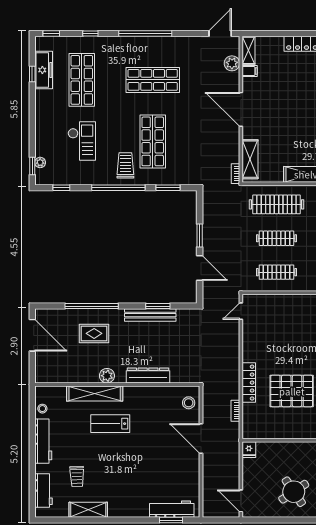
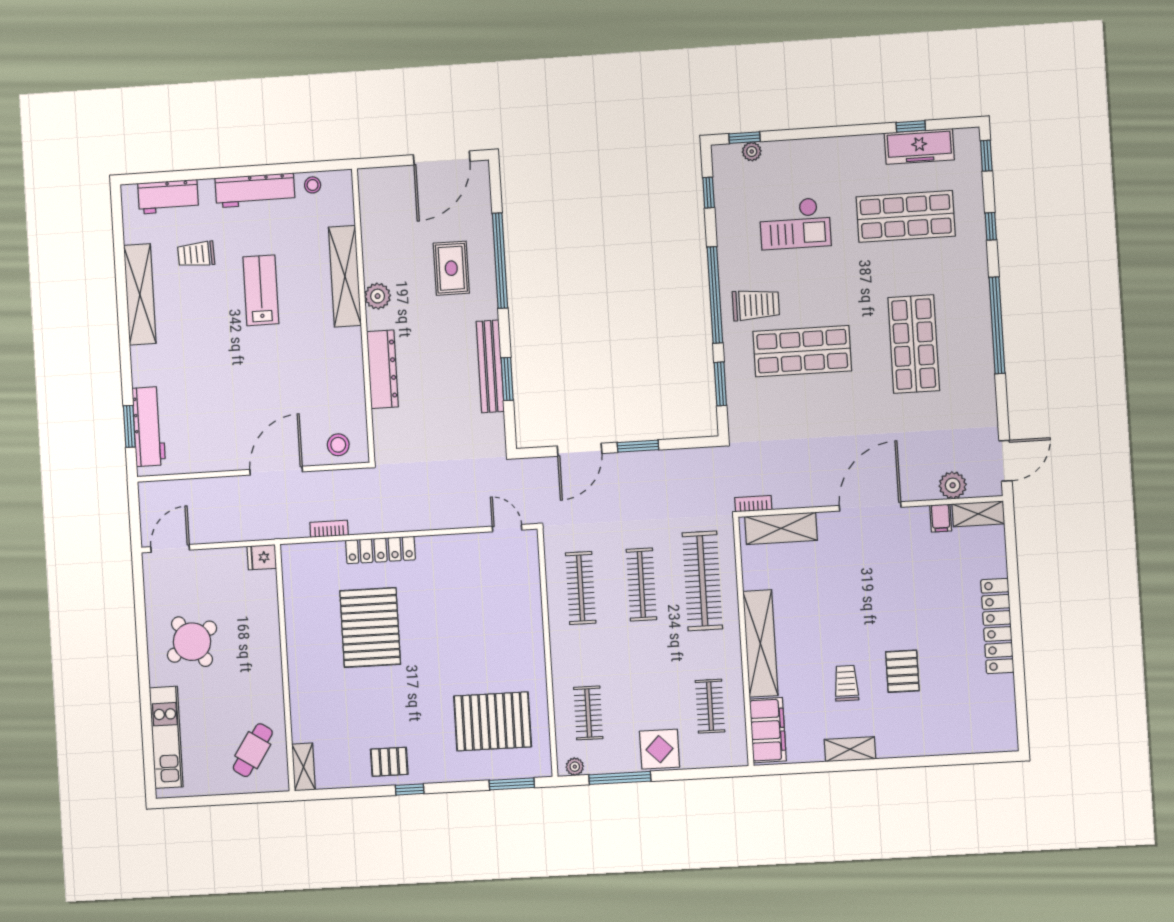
door: (220, 34) -> (1006, 461), hinge flipped
lab bench: (110, 424) -> (261, 290), moved
shelving: (88, 510) -> (140, 294), width x1.47

